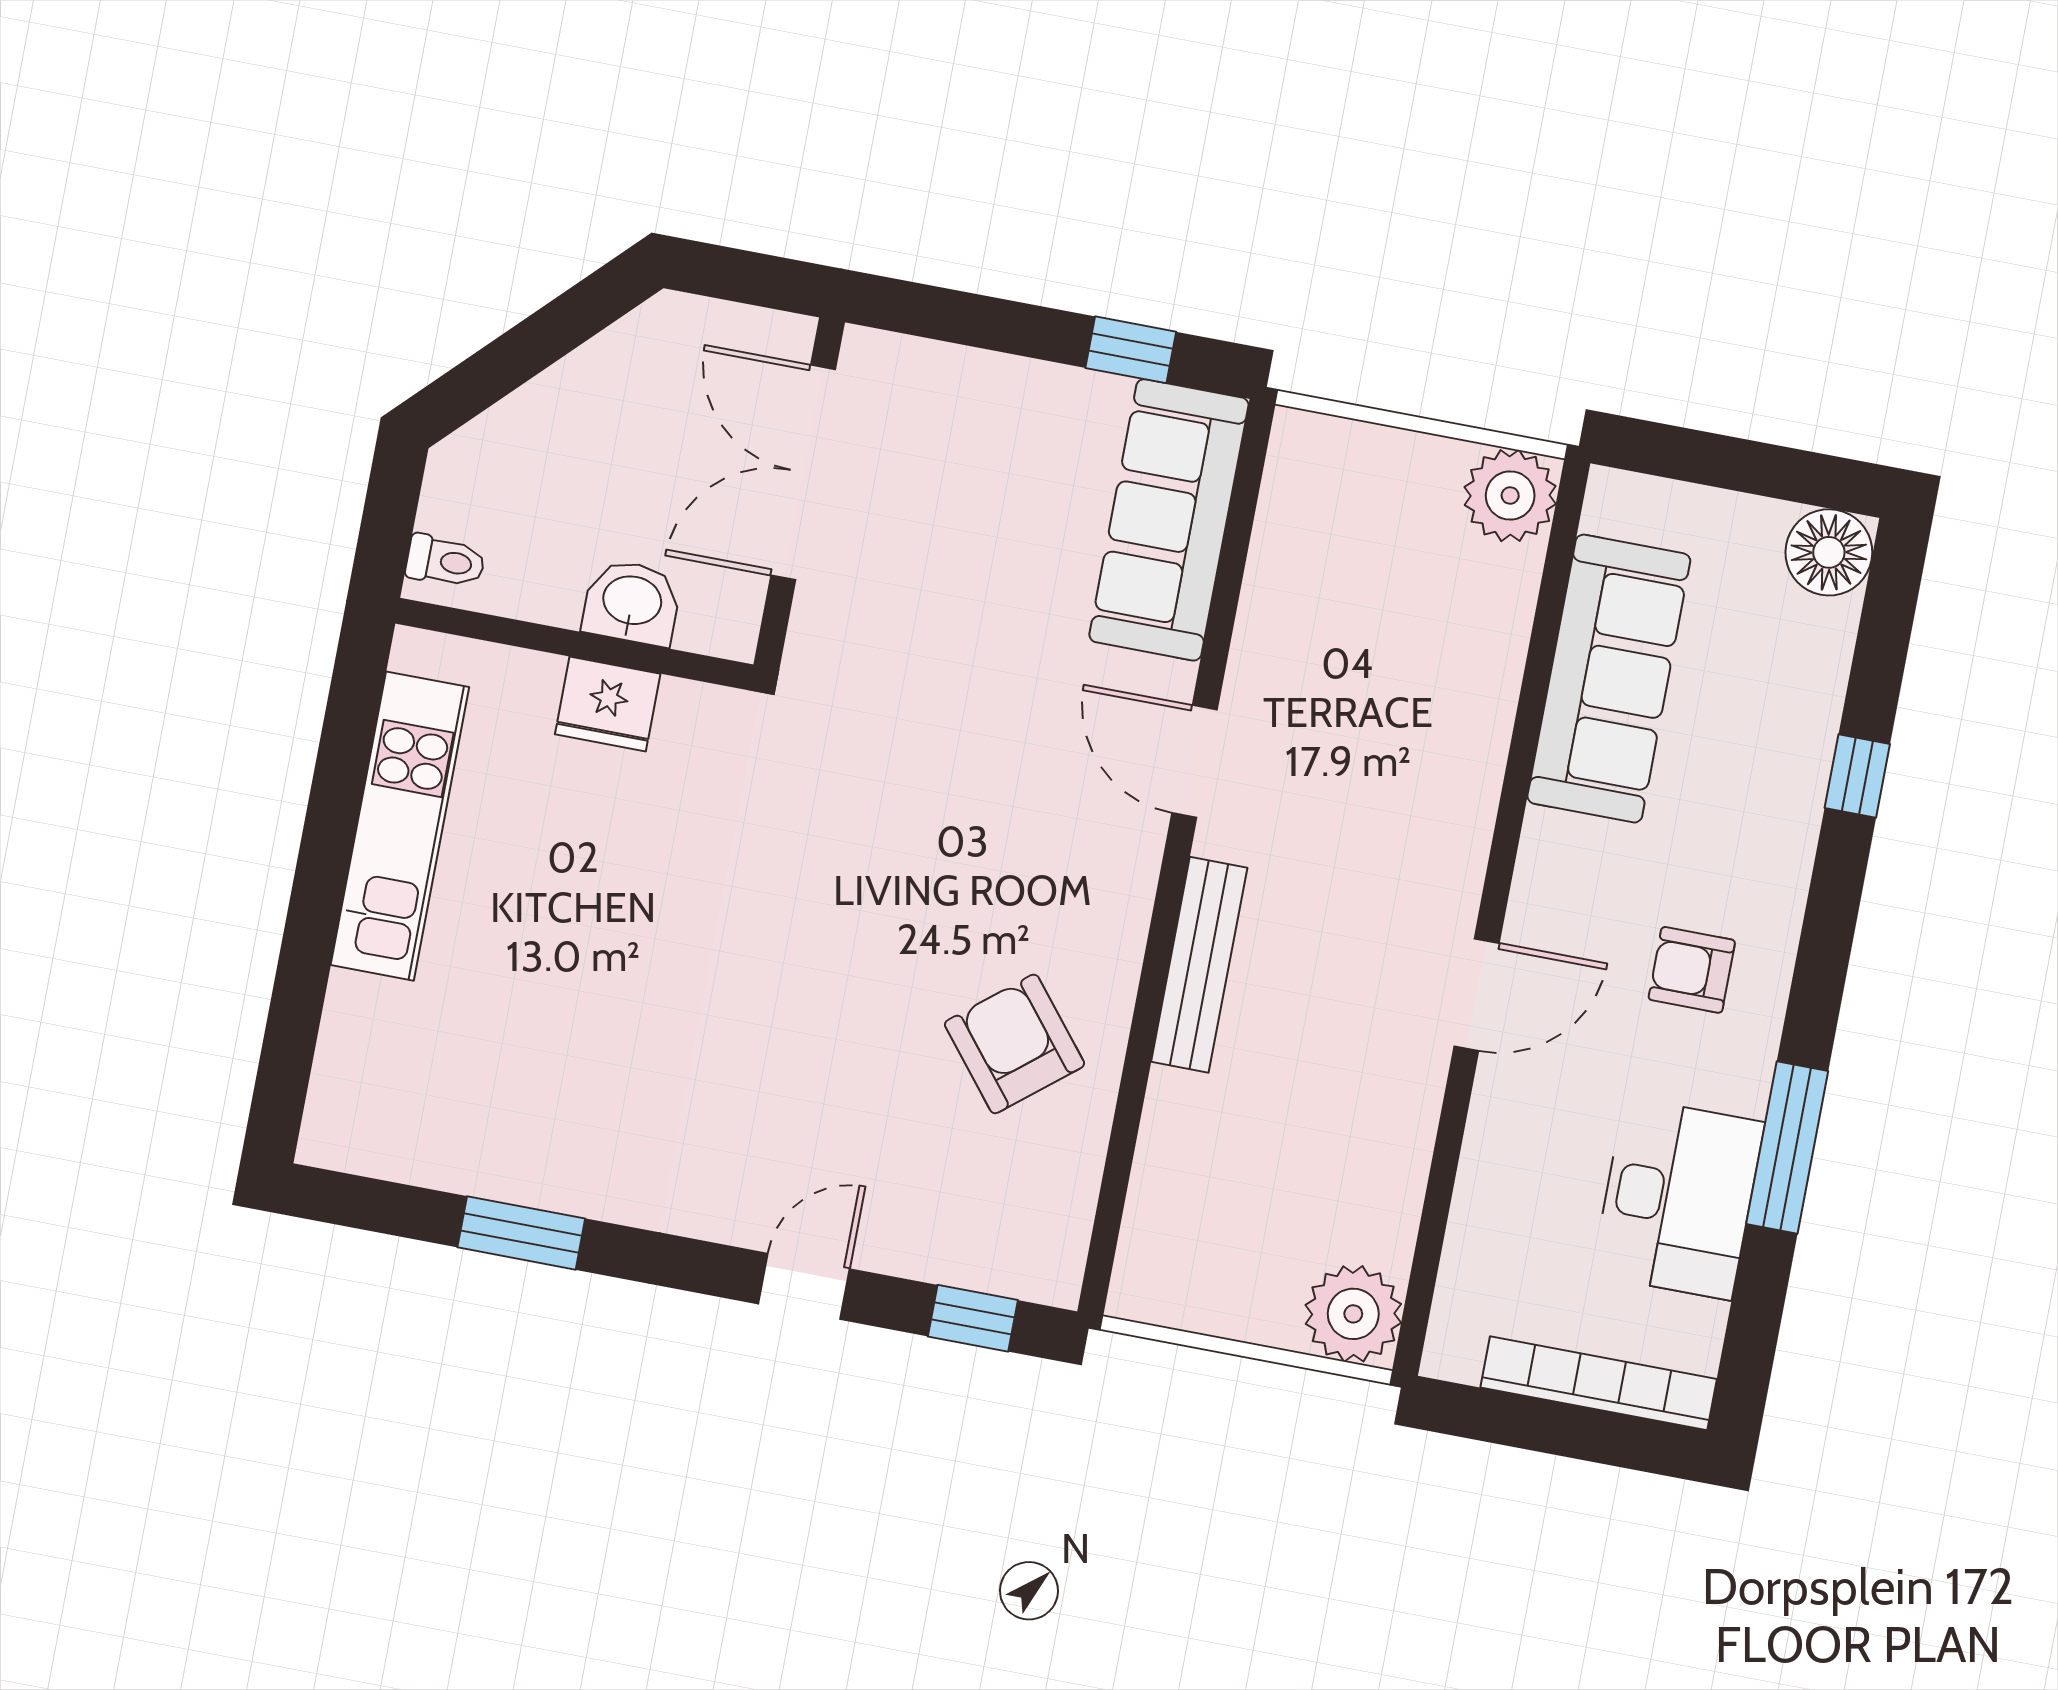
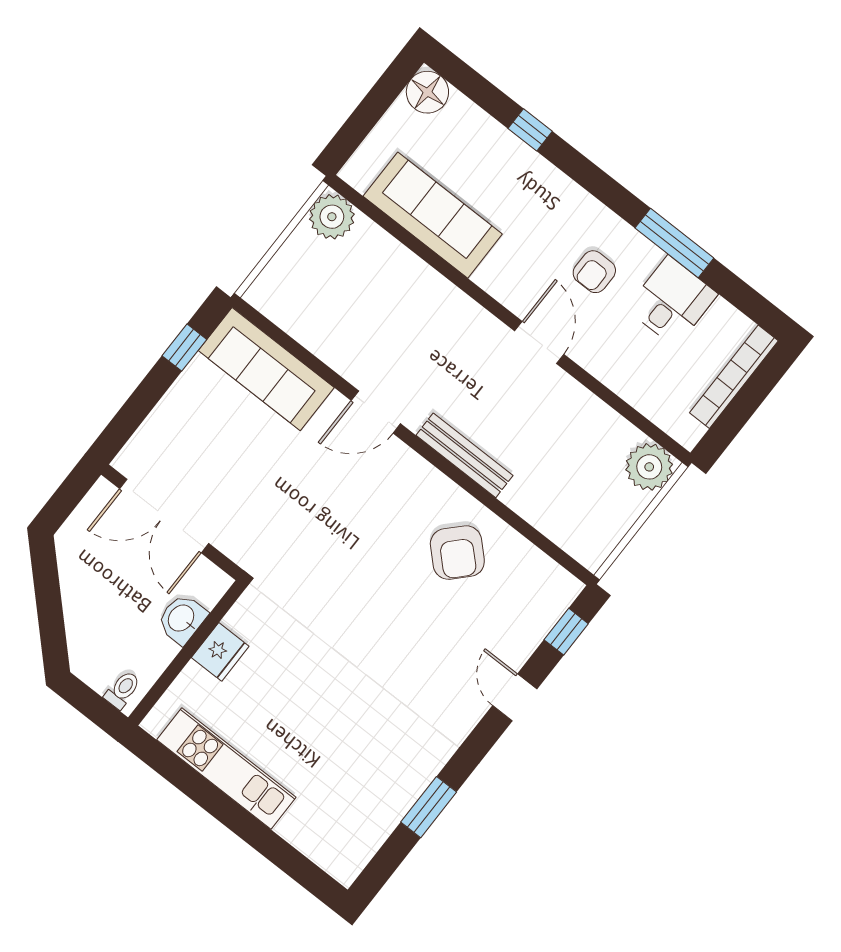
armchair: (1692, 970) -> (594, 272), moved
armchair: (1014, 1044) -> (457, 553), turned -97
desk: (1678, 1198) -> (672, 301), width x0.73

